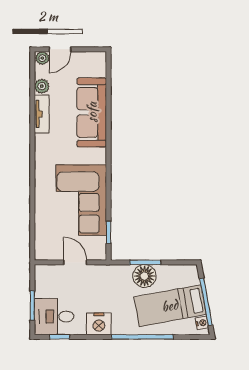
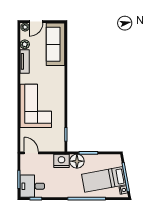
sofa: (92, 112) -> (56, 44), moved
corner sofa: (81, 200) -> (36, 106), moved, turned 180
door: (75, 262) -> (31, 153), moved
floor lamp: (144, 276) -> (77, 161), moved
nightstand: (99, 324) -> (61, 161), moved, turned 180

